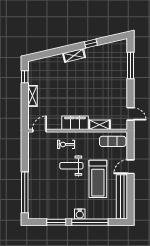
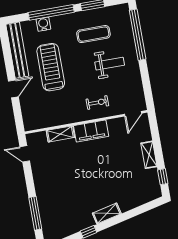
exercise mat: (113, 141) -> (93, 34), moved
weight bench: (71, 166) -> (110, 64), moved
water cooler: (80, 214) -> (43, 24), moved

